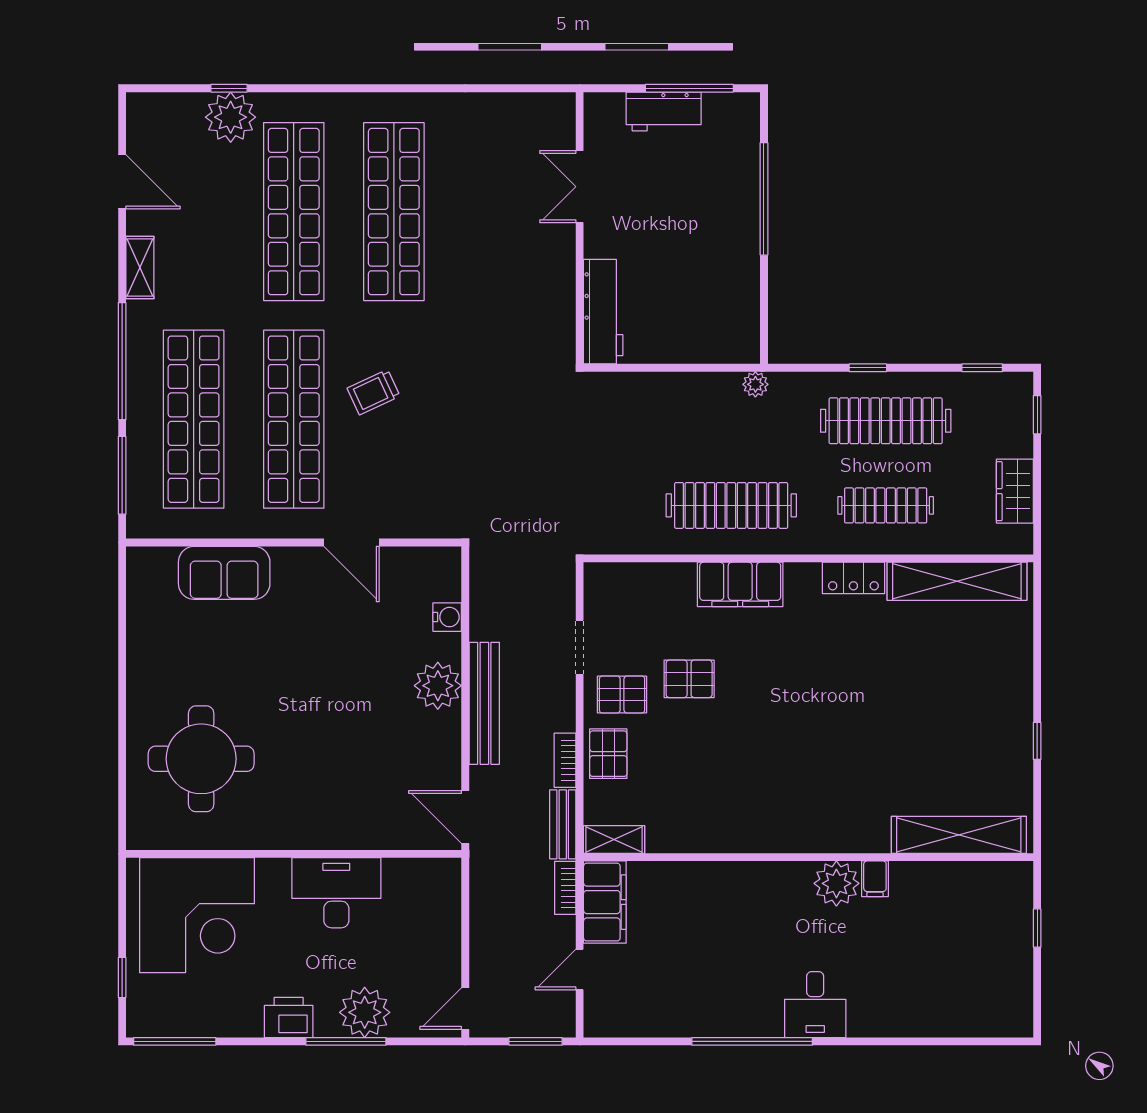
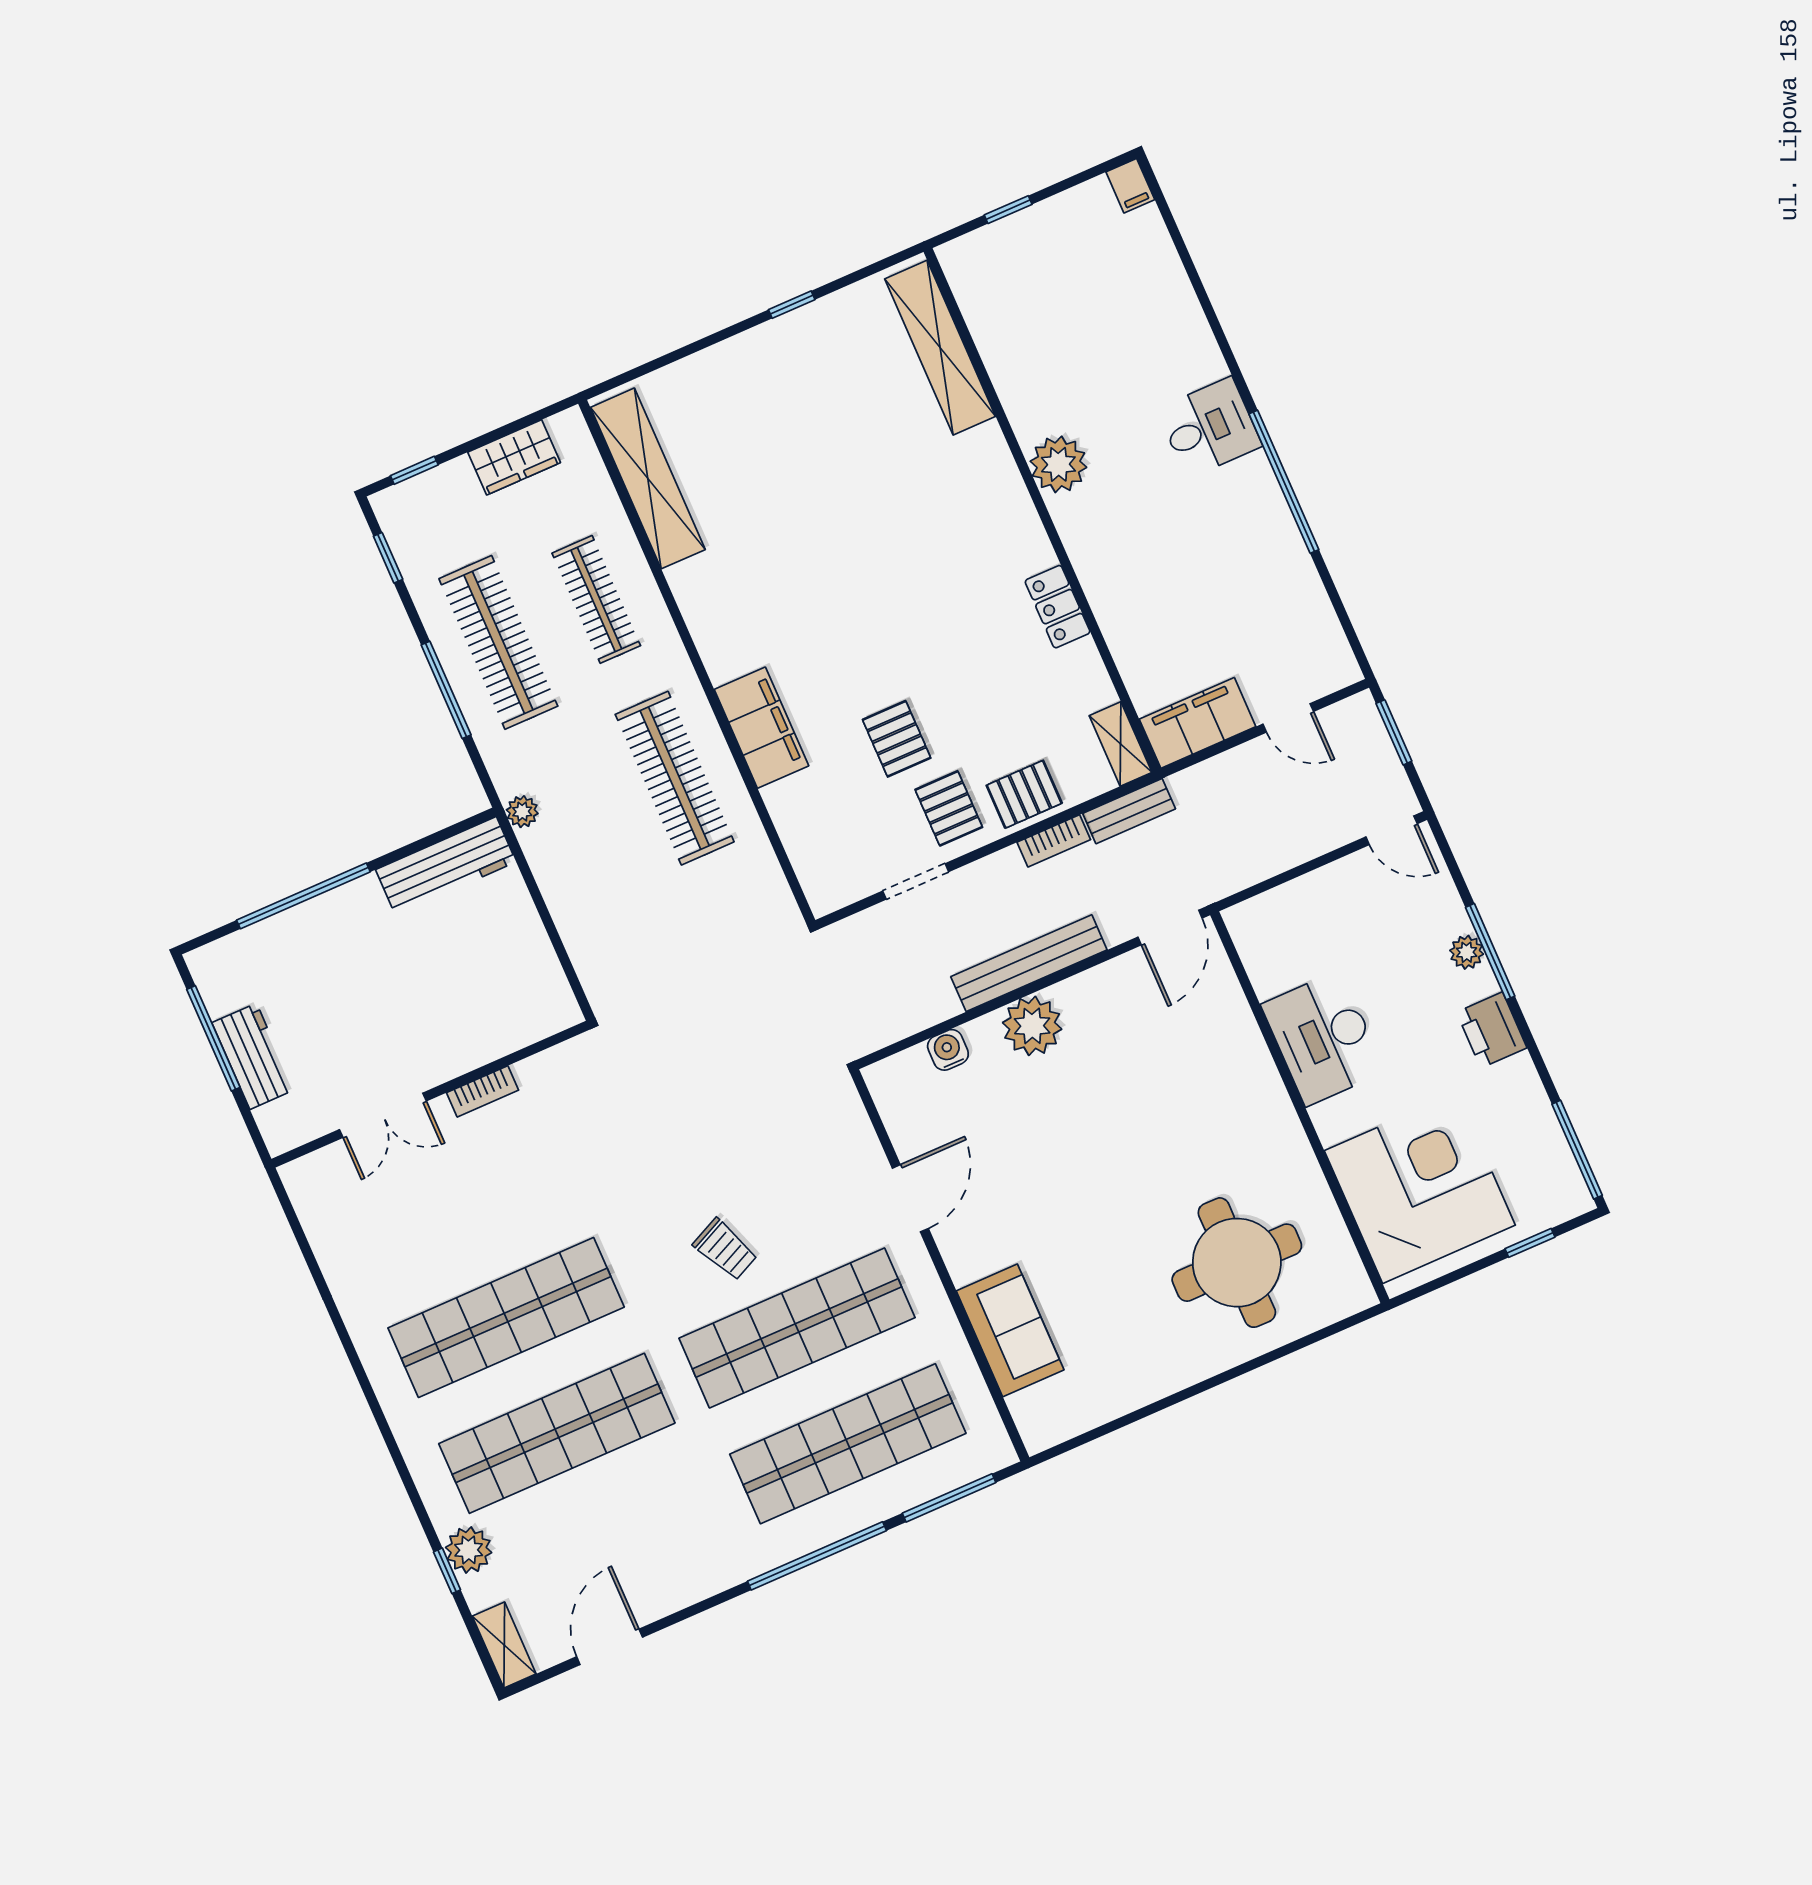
plant: (231, 117) -> (469, 1550), width x0.73, depth x0.73
shelving: (140, 268) -> (504, 1645), moved, turned 90
workbench: (603, 312) -> (446, 866), moved, turned 180
window: (868, 368) -> (446, 690), width x2.17
locker: (853, 578) -> (1058, 607), moved, turned 180
filing cabinet: (875, 879) -> (1130, 186), moved, turned 90
bookcase: (565, 888) -> (483, 1091), moved
plant: (365, 1012) -> (1467, 952), width x0.53, depth x0.53

